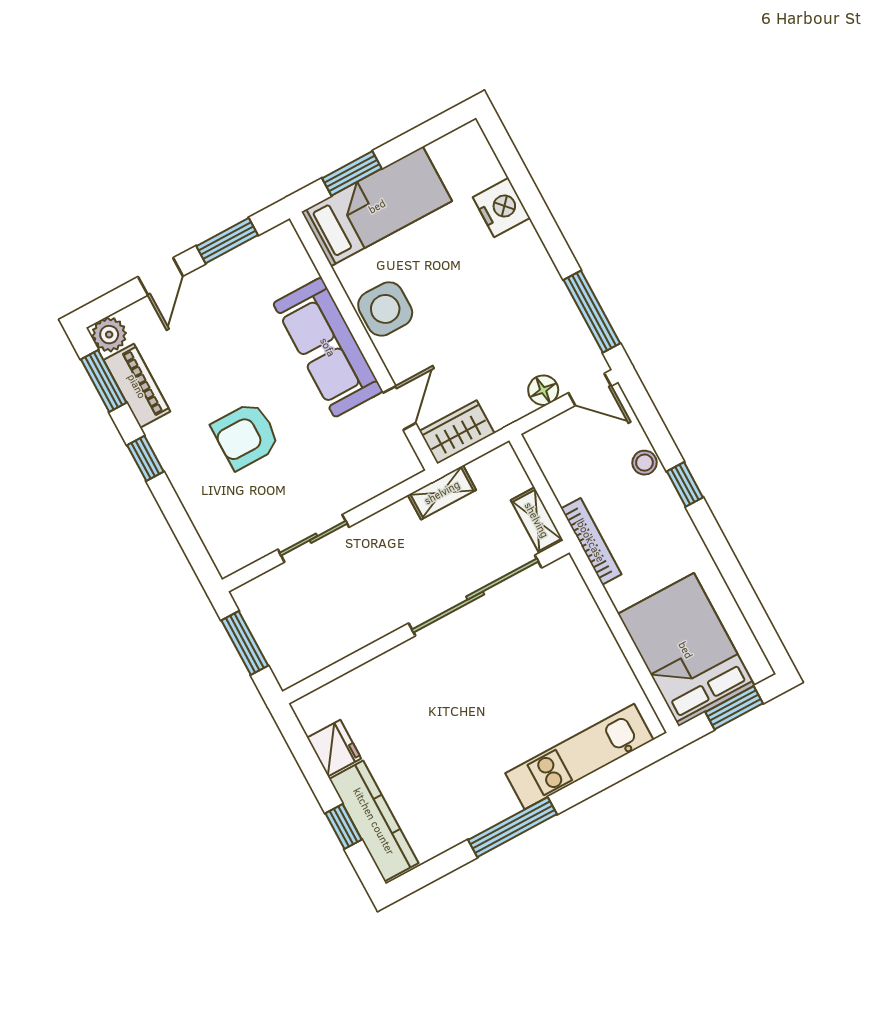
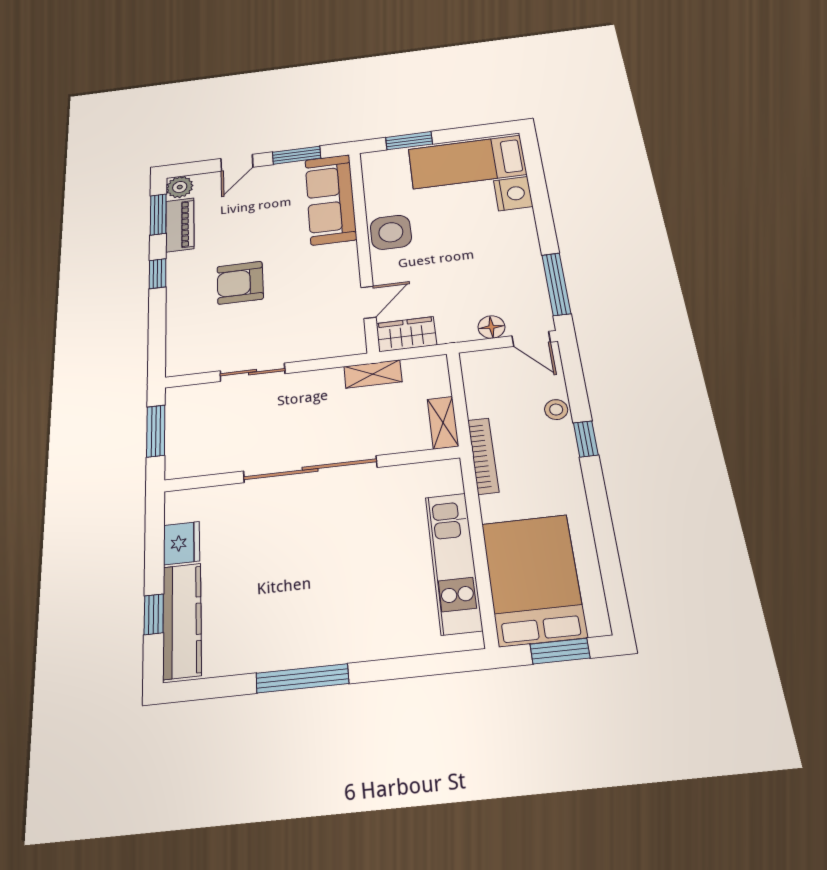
bed: (377, 206) -> (467, 162), moved, turned 180
sofa: (328, 347) -> (331, 199), moved
sliding door: (475, 596) -> (310, 469), moved
kitchen unit: (579, 756) -> (453, 562), moved, turned -90

